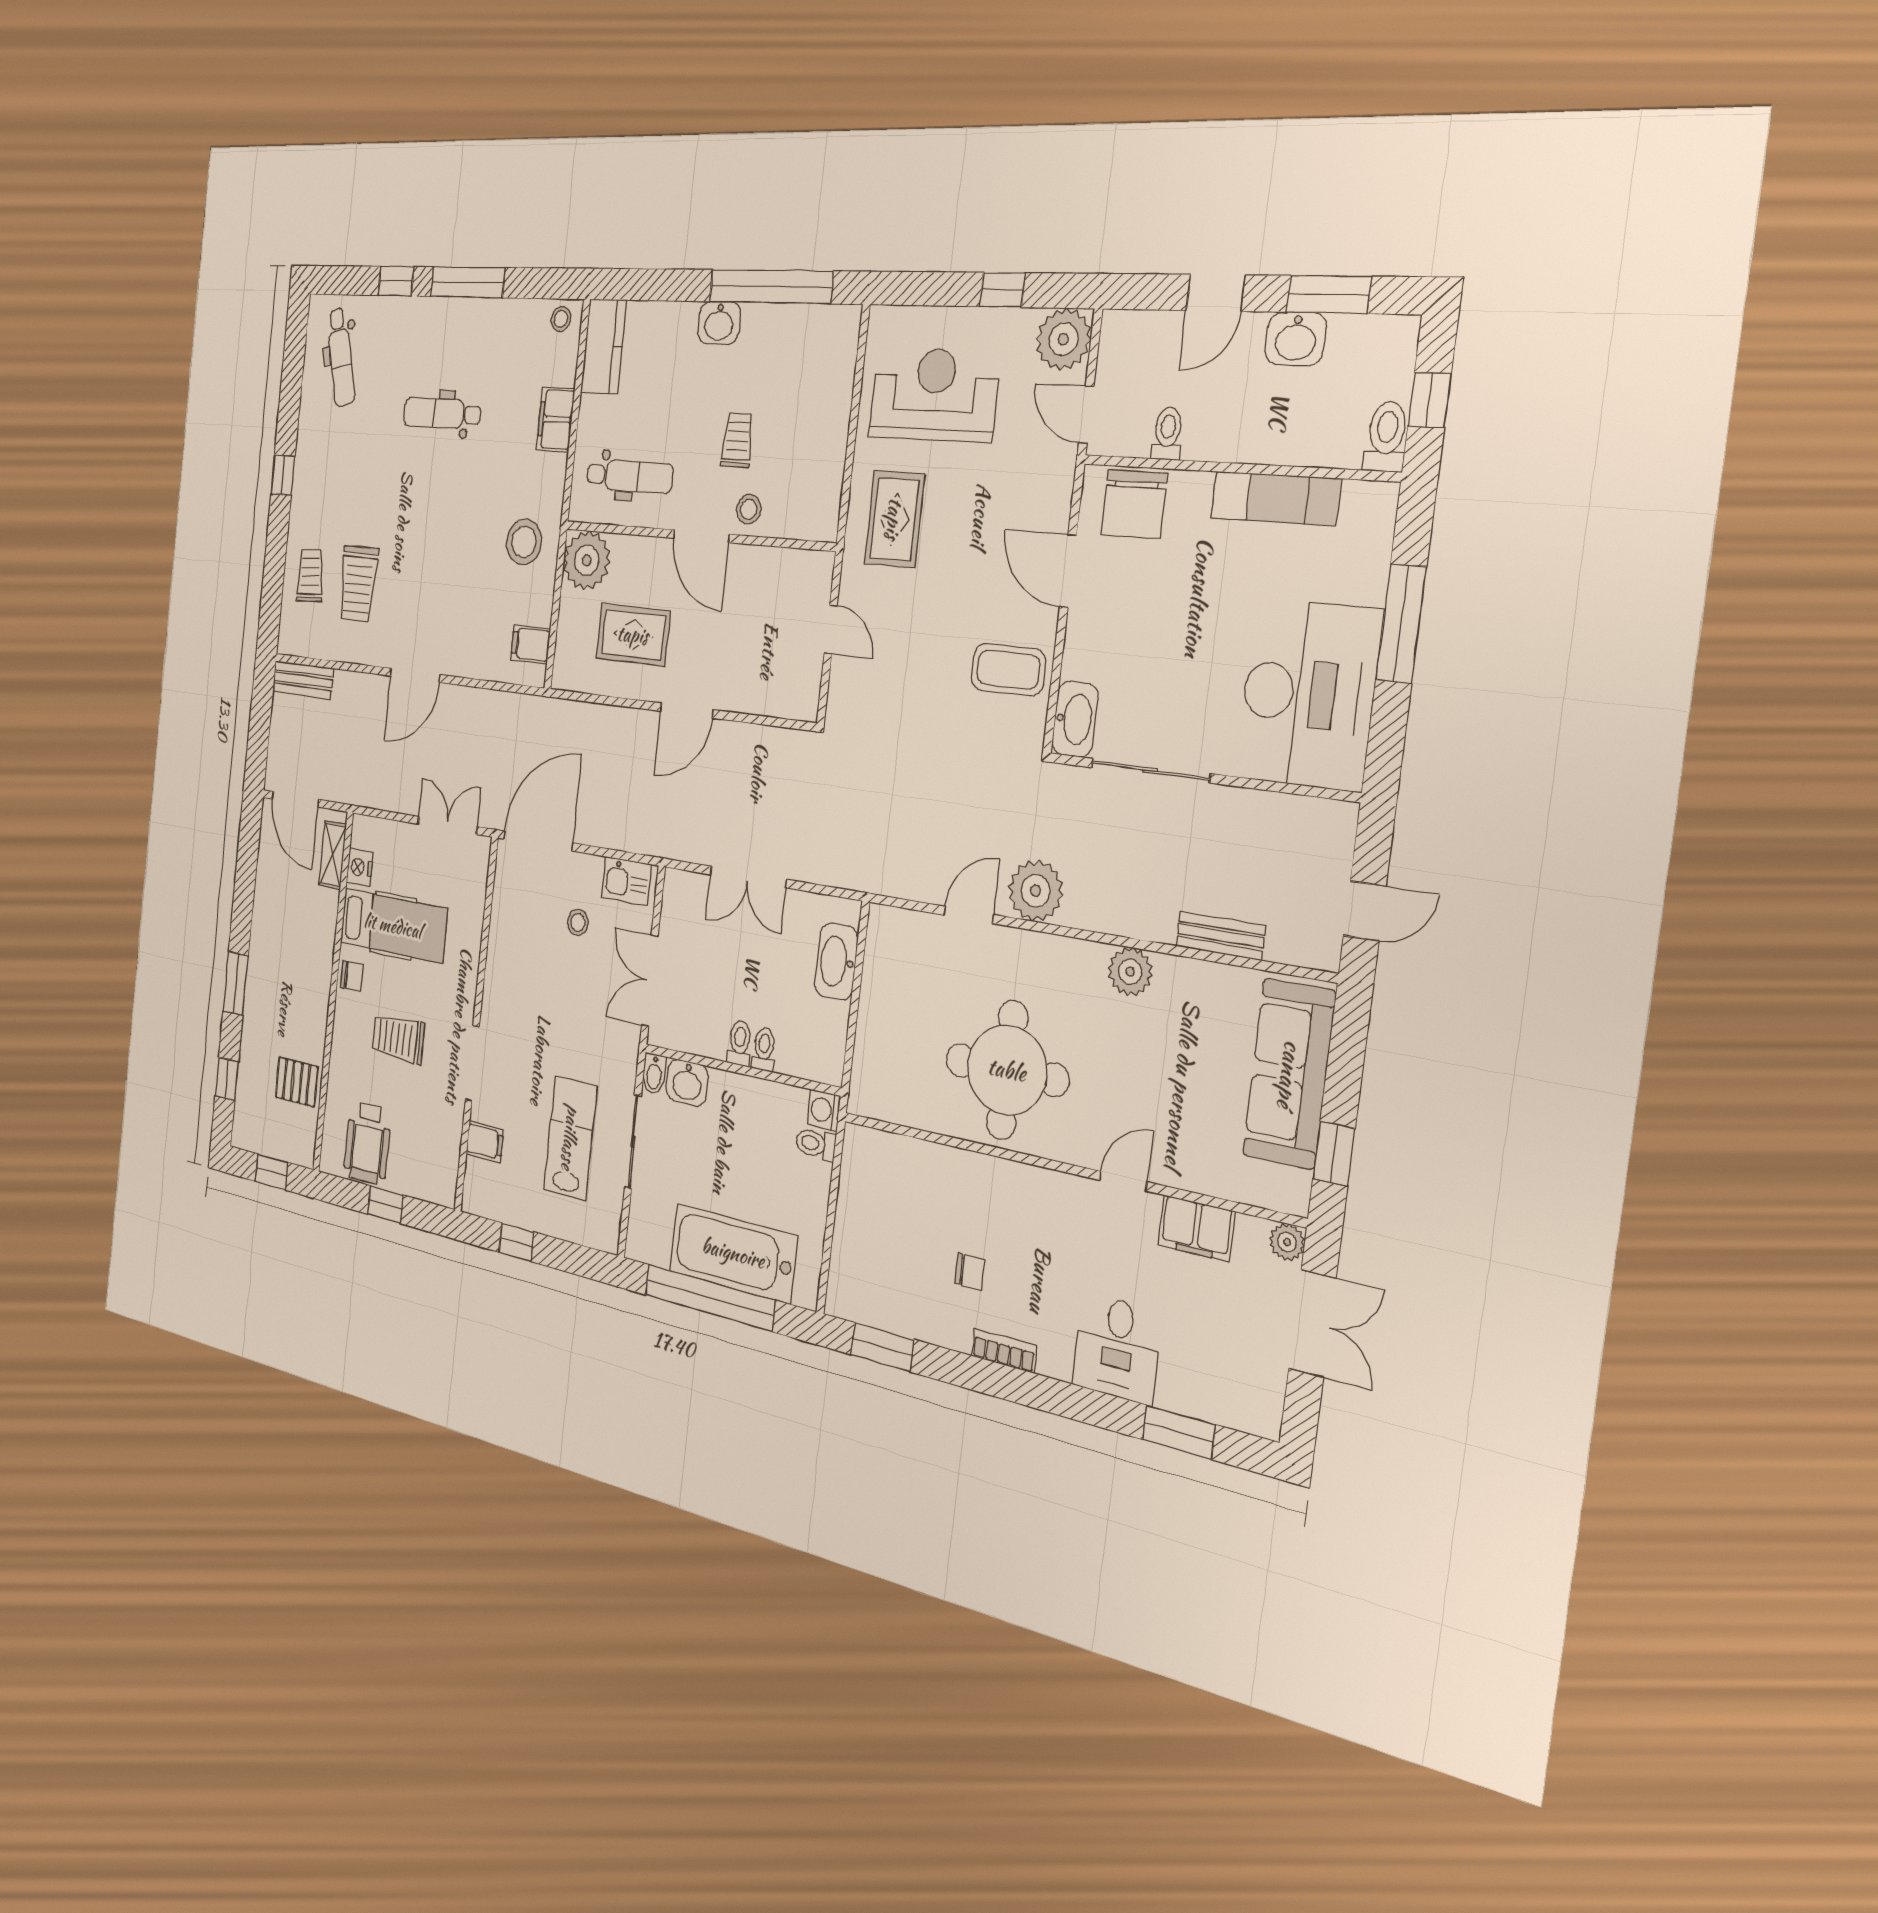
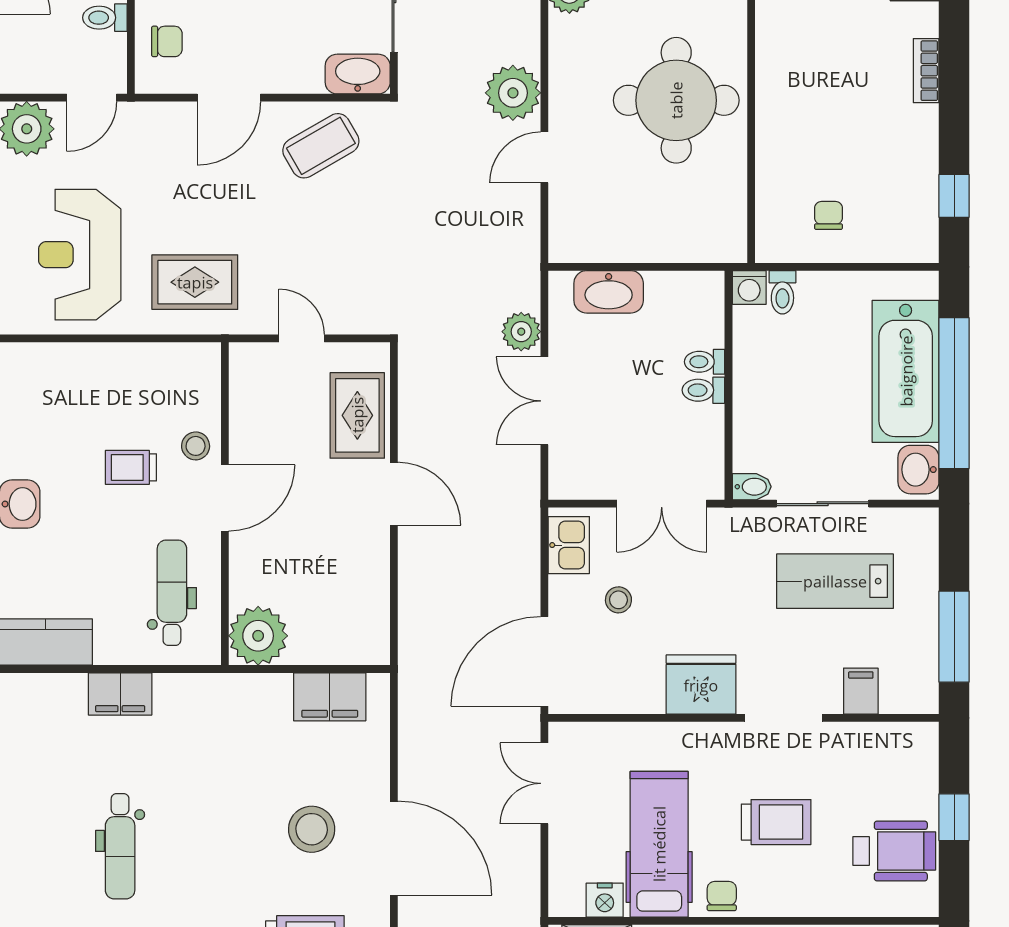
stool: (561, 319) -> (20, 700), removed
chair: (1134, 504) -> (167, 41), width x0.54, depth x0.54
stool: (524, 542) -> (312, 829), moved
door: (831, 630) -> (302, 338), hinge flipped
rug: (633, 635) -> (357, 415), moved
filing cabinet: (530, 644) -> (330, 697), width x2.00
coffee table: (1008, 670) -> (321, 146), turned 60
door: (415, 675) -> (394, 848), width x1.36
door: (538, 841) -> (544, 661), hinge flipped
plant: (811, 863) -> (521, 332), added
double door: (748, 877) -> (544, 401), swing flipped
door: (969, 915) -> (544, 157), hinge flipped
fridge: (505, 990) -> (701, 685), added
trolley: (398, 1038) -> (776, 822), turned -90
washbasin: (687, 1083) -> (918, 470), moved, turned 180
window: (516, 1242) -> (954, 637), width x2.17
chair: (970, 1271) -> (828, 215), moved
window: (882, 1347) -> (954, 196), width x0.67

